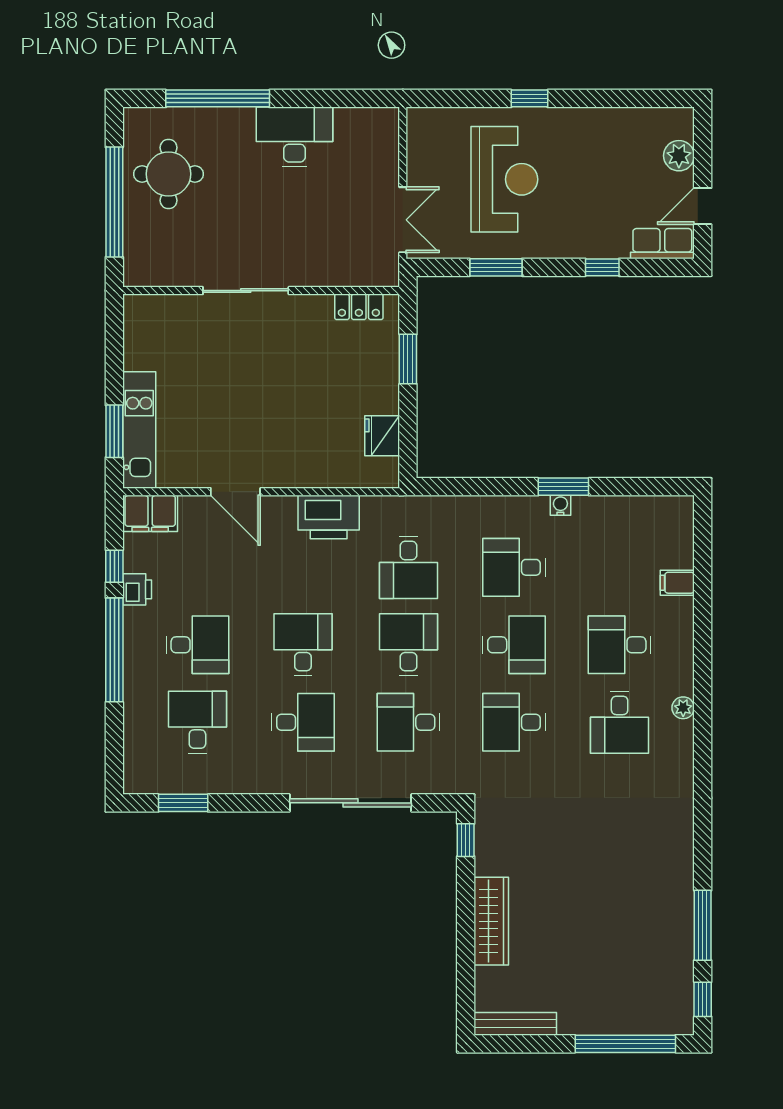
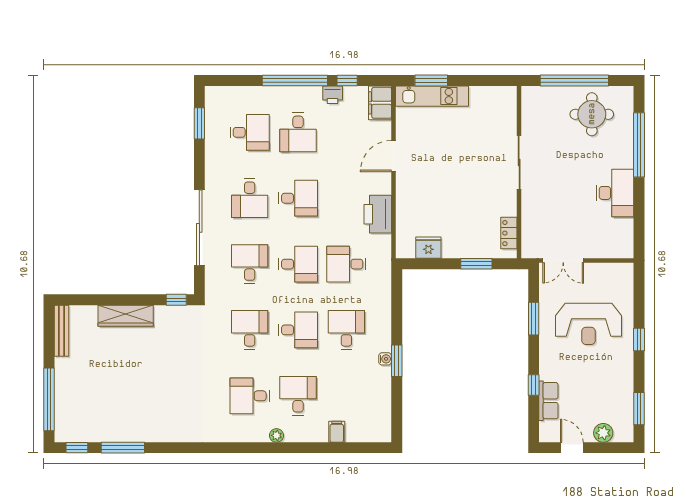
window: (640, 98) -> (639, 409), added
row of seats: (662, 244) -> (548, 401), moved
desk: (514, 645) -> (298, 330), turned -90
plant: (683, 708) -> (277, 435), moved

